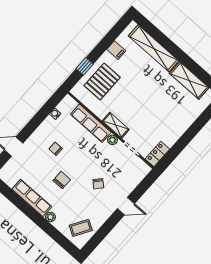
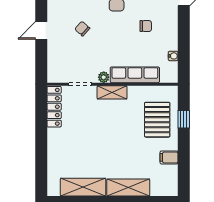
shelving: (154, 48) -> (128, 188), width x0.68
locker: (157, 154) -> (54, 107), width x1.53

